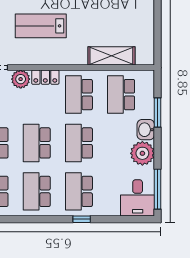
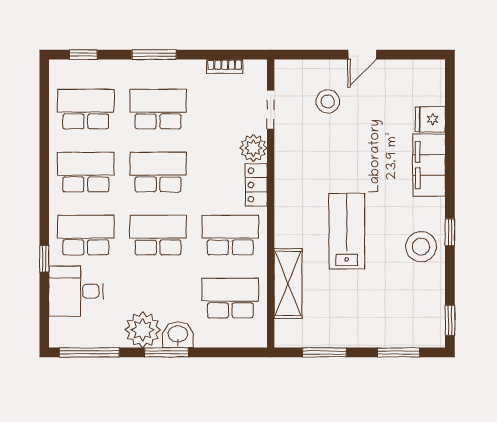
lab bench: (41, 26) -> (347, 231), moved
window: (158, 31) -> (324, 352), added
window: (158, 113) -> (166, 352), moved
desk: (138, 198) -> (76, 291), moved
window: (82, 219) -> (44, 259), moved

